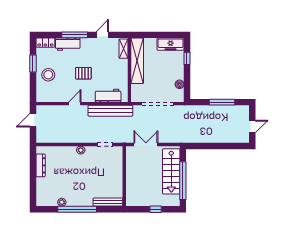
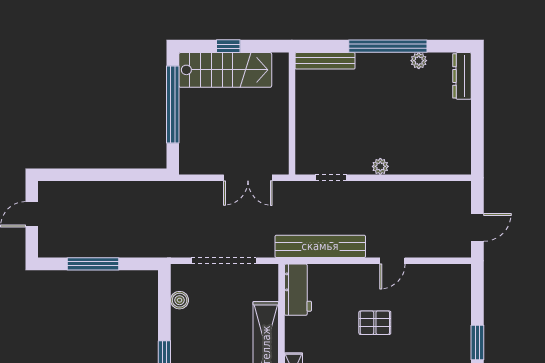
stool: (48, 75) -> (446, 320), removed
workbench: (108, 96) -> (298, 290), moved, turned -90
dresser: (41, 165) -> (462, 76), moved
stairs: (171, 171) -> (225, 70), moved, turned 90

